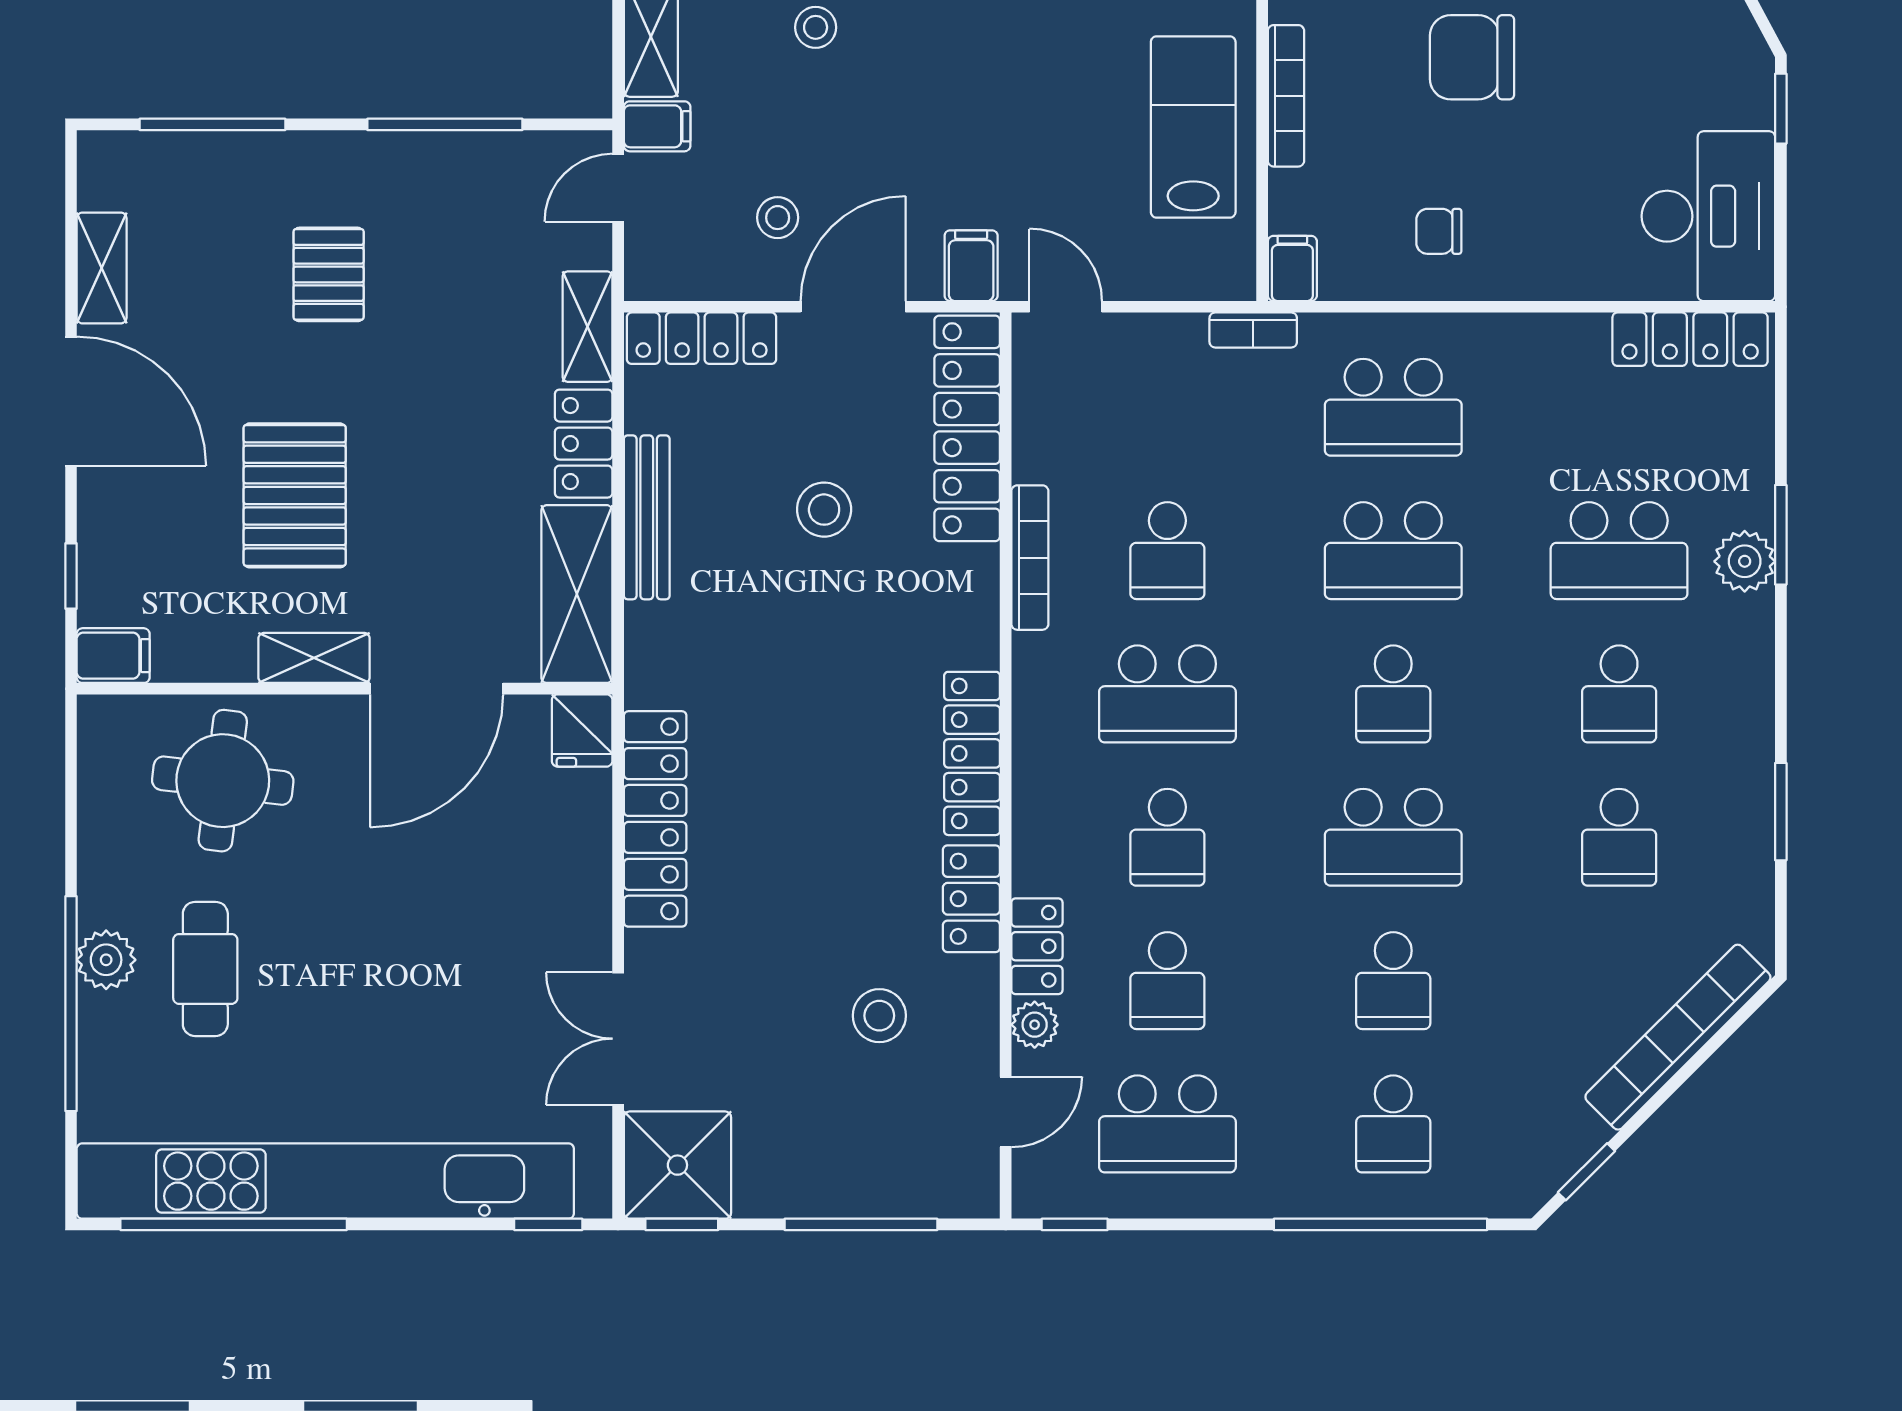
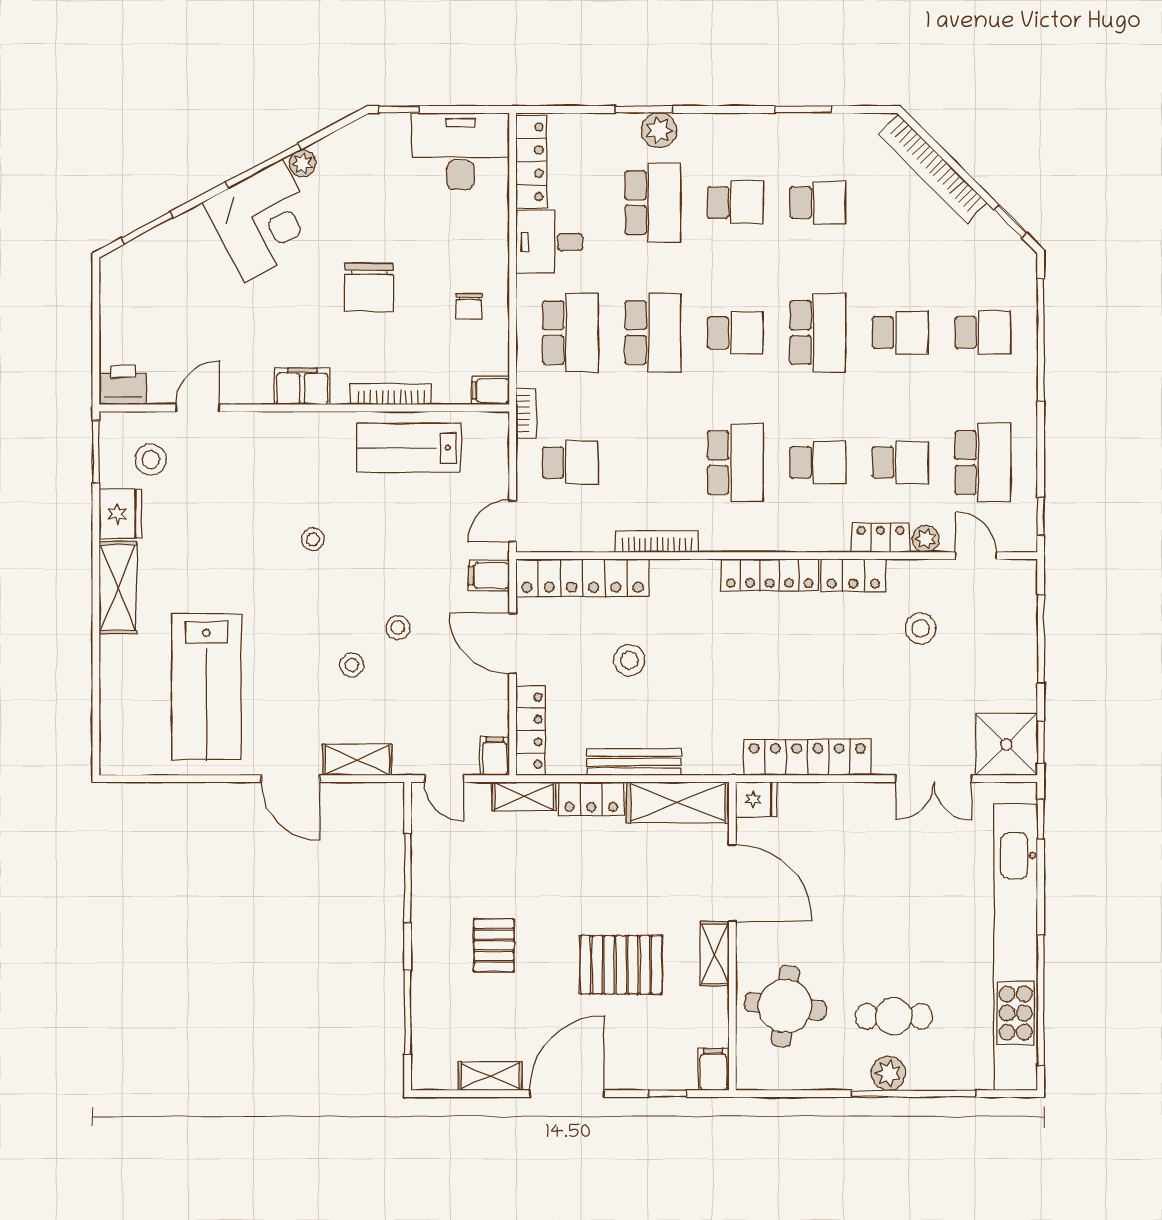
filing cabinet: (657, 126) -> (495, 756), moved
stool: (778, 218) -> (398, 627), moved
pallet: (329, 274) -> (494, 945), turned 90
desk: (1551, 371) -> (549, 242), added
school desk: (1167, 551) -> (570, 463), moved

